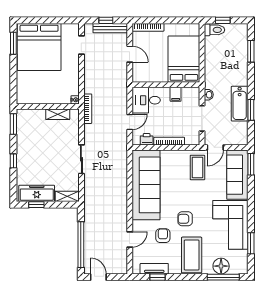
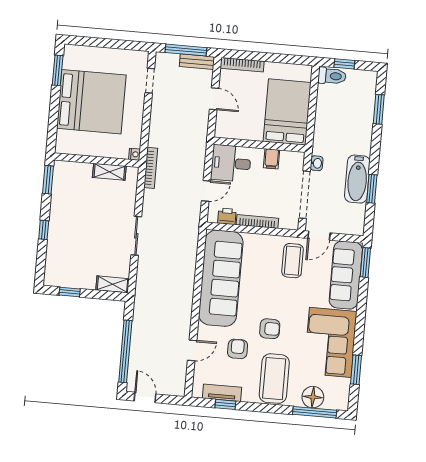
window: (106, 20) -> (186, 50), width x2.17
bench: (110, 28) -> (197, 62), width x0.73
bed: (39, 47) -> (91, 102), moved, turned -90
doorway: (202, 118) -> (305, 195), width x1.36
freezer: (37, 193) -> (71, 277), removed
armchair: (185, 219) -> (270, 329), turned 180

